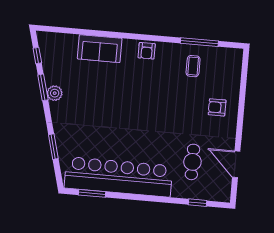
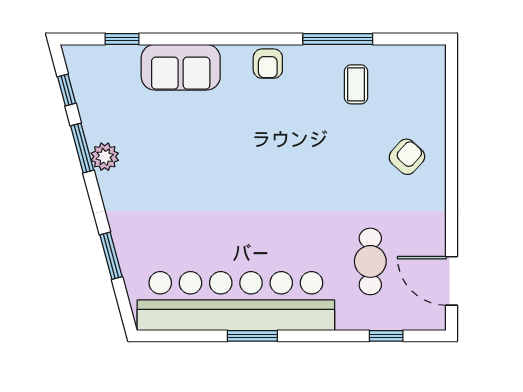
window: (69, 31) -> (122, 39), added
window: (199, 42) -> (338, 39), moved
armchair: (217, 107) -> (407, 157), turned 132
door: (236, 164) -> (452, 281), moved
window: (92, 193) -> (252, 336), moved

